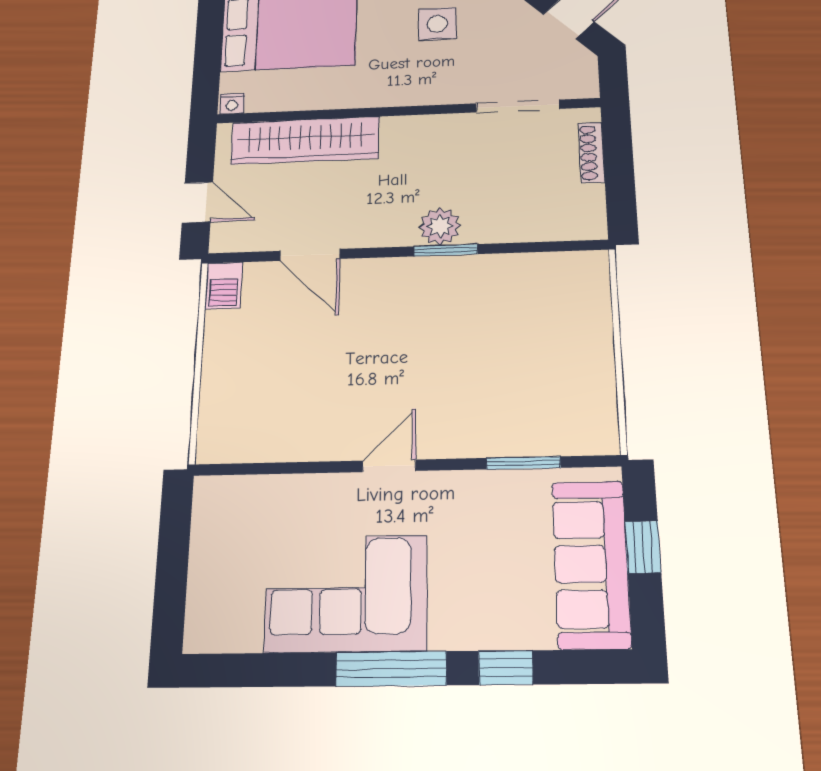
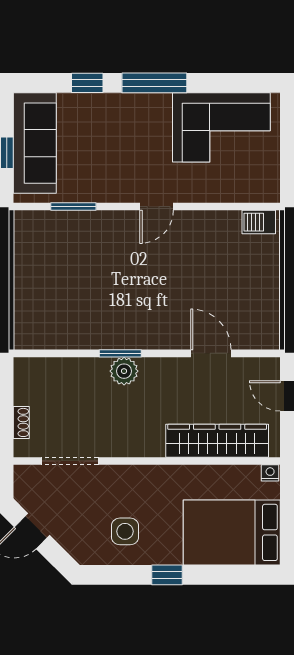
shoe rack: (592, 152) -> (21, 422), width x0.70
barbecue: (224, 286) -> (259, 222), moved, turned -90
corner sofa: (346, 594) -> (221, 127), moved

